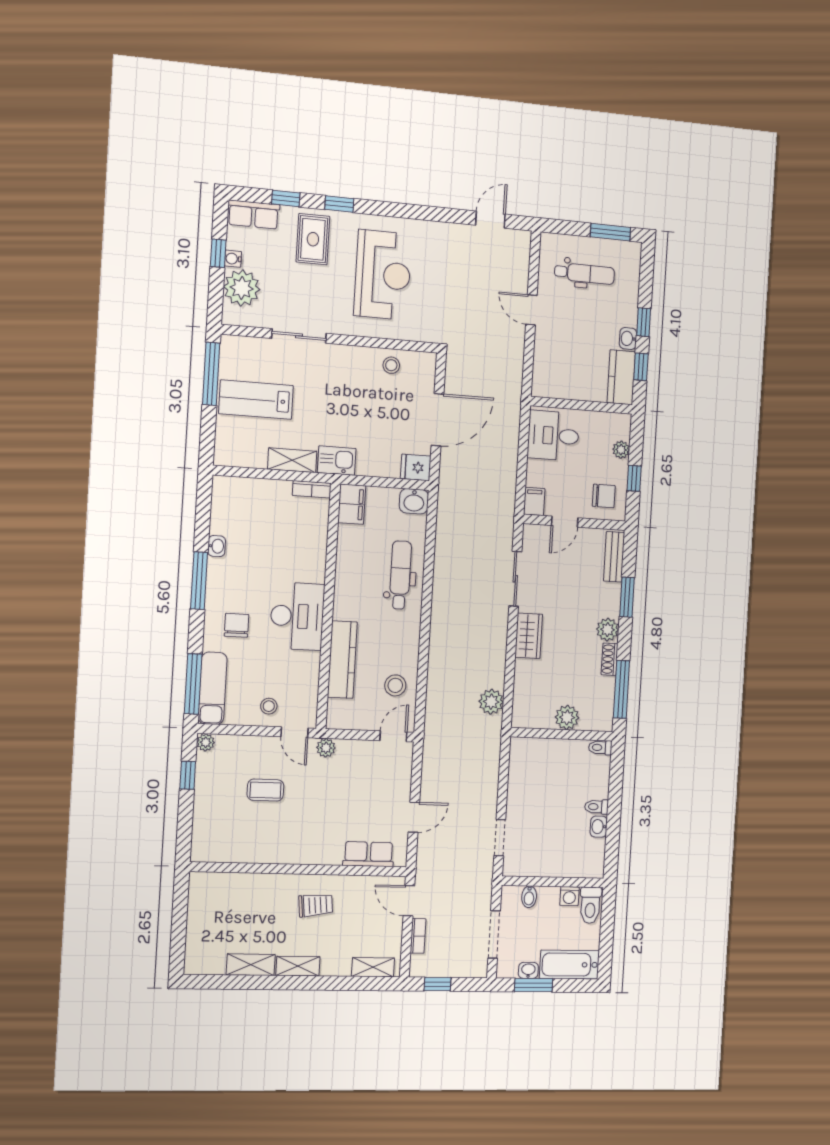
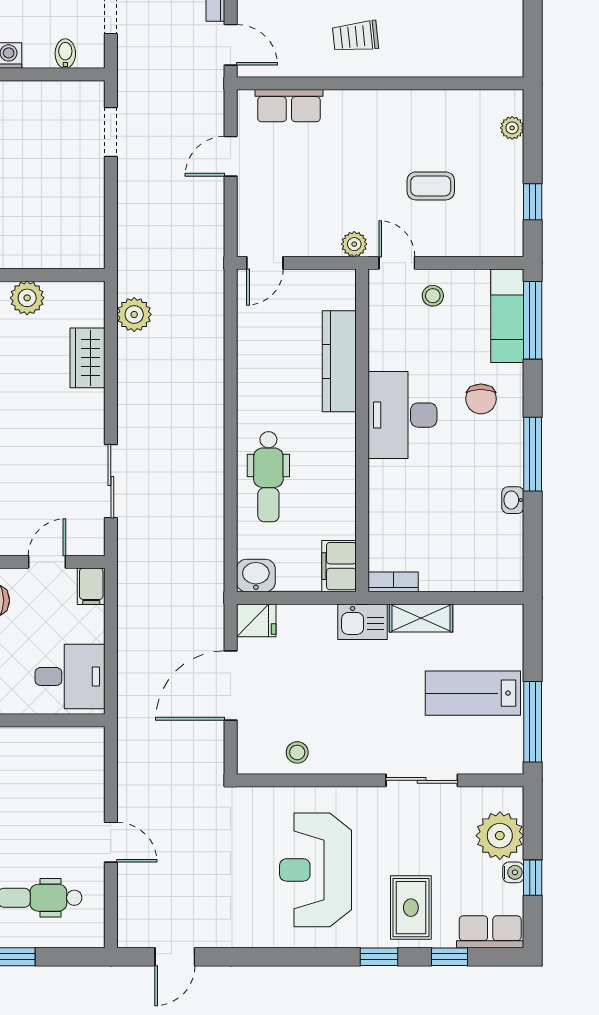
lab bench: (256, 400) -> (473, 693), turned 180
wardrobe: (529, 636) -> (88, 358), moved
stool: (395, 685) -> (266, 330), removed
plant: (206, 742) -> (512, 128), moved

